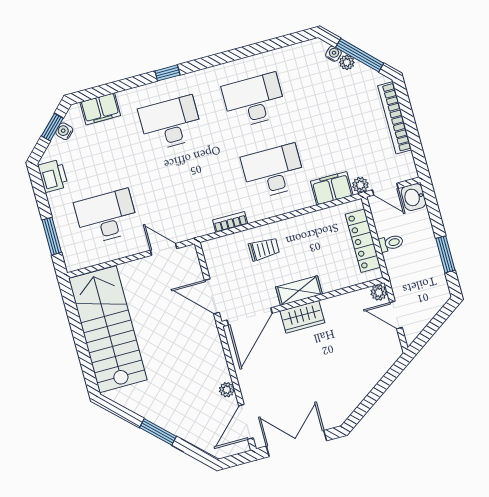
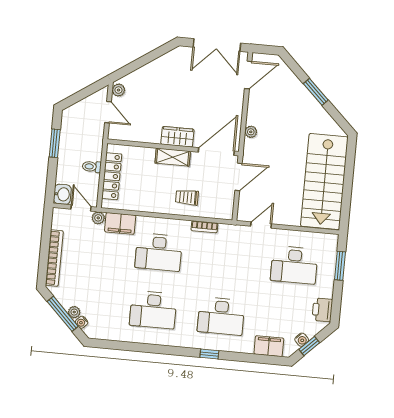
door: (164, 249) -> (261, 225), swing flipped
plant: (379, 293) -> (118, 90), moved
door: (212, 296) -> (239, 177), hinge flipped
plant: (227, 390) -> (251, 132), moved

